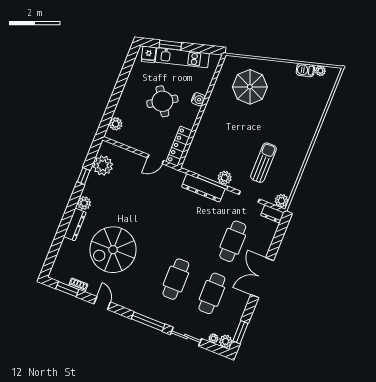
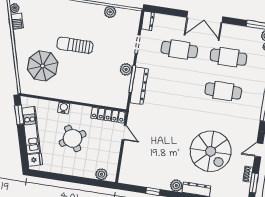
window: (170, 45) -> (19, 115), moved
sun lounger: (263, 163) -> (75, 45), moved
plant: (103, 165) -> (140, 177), removed
plant: (282, 201) -> (110, 12), moved

